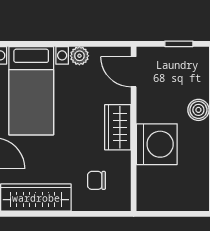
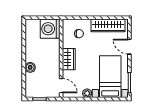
washing machine: (157, 144) -> (50, 29), moved

